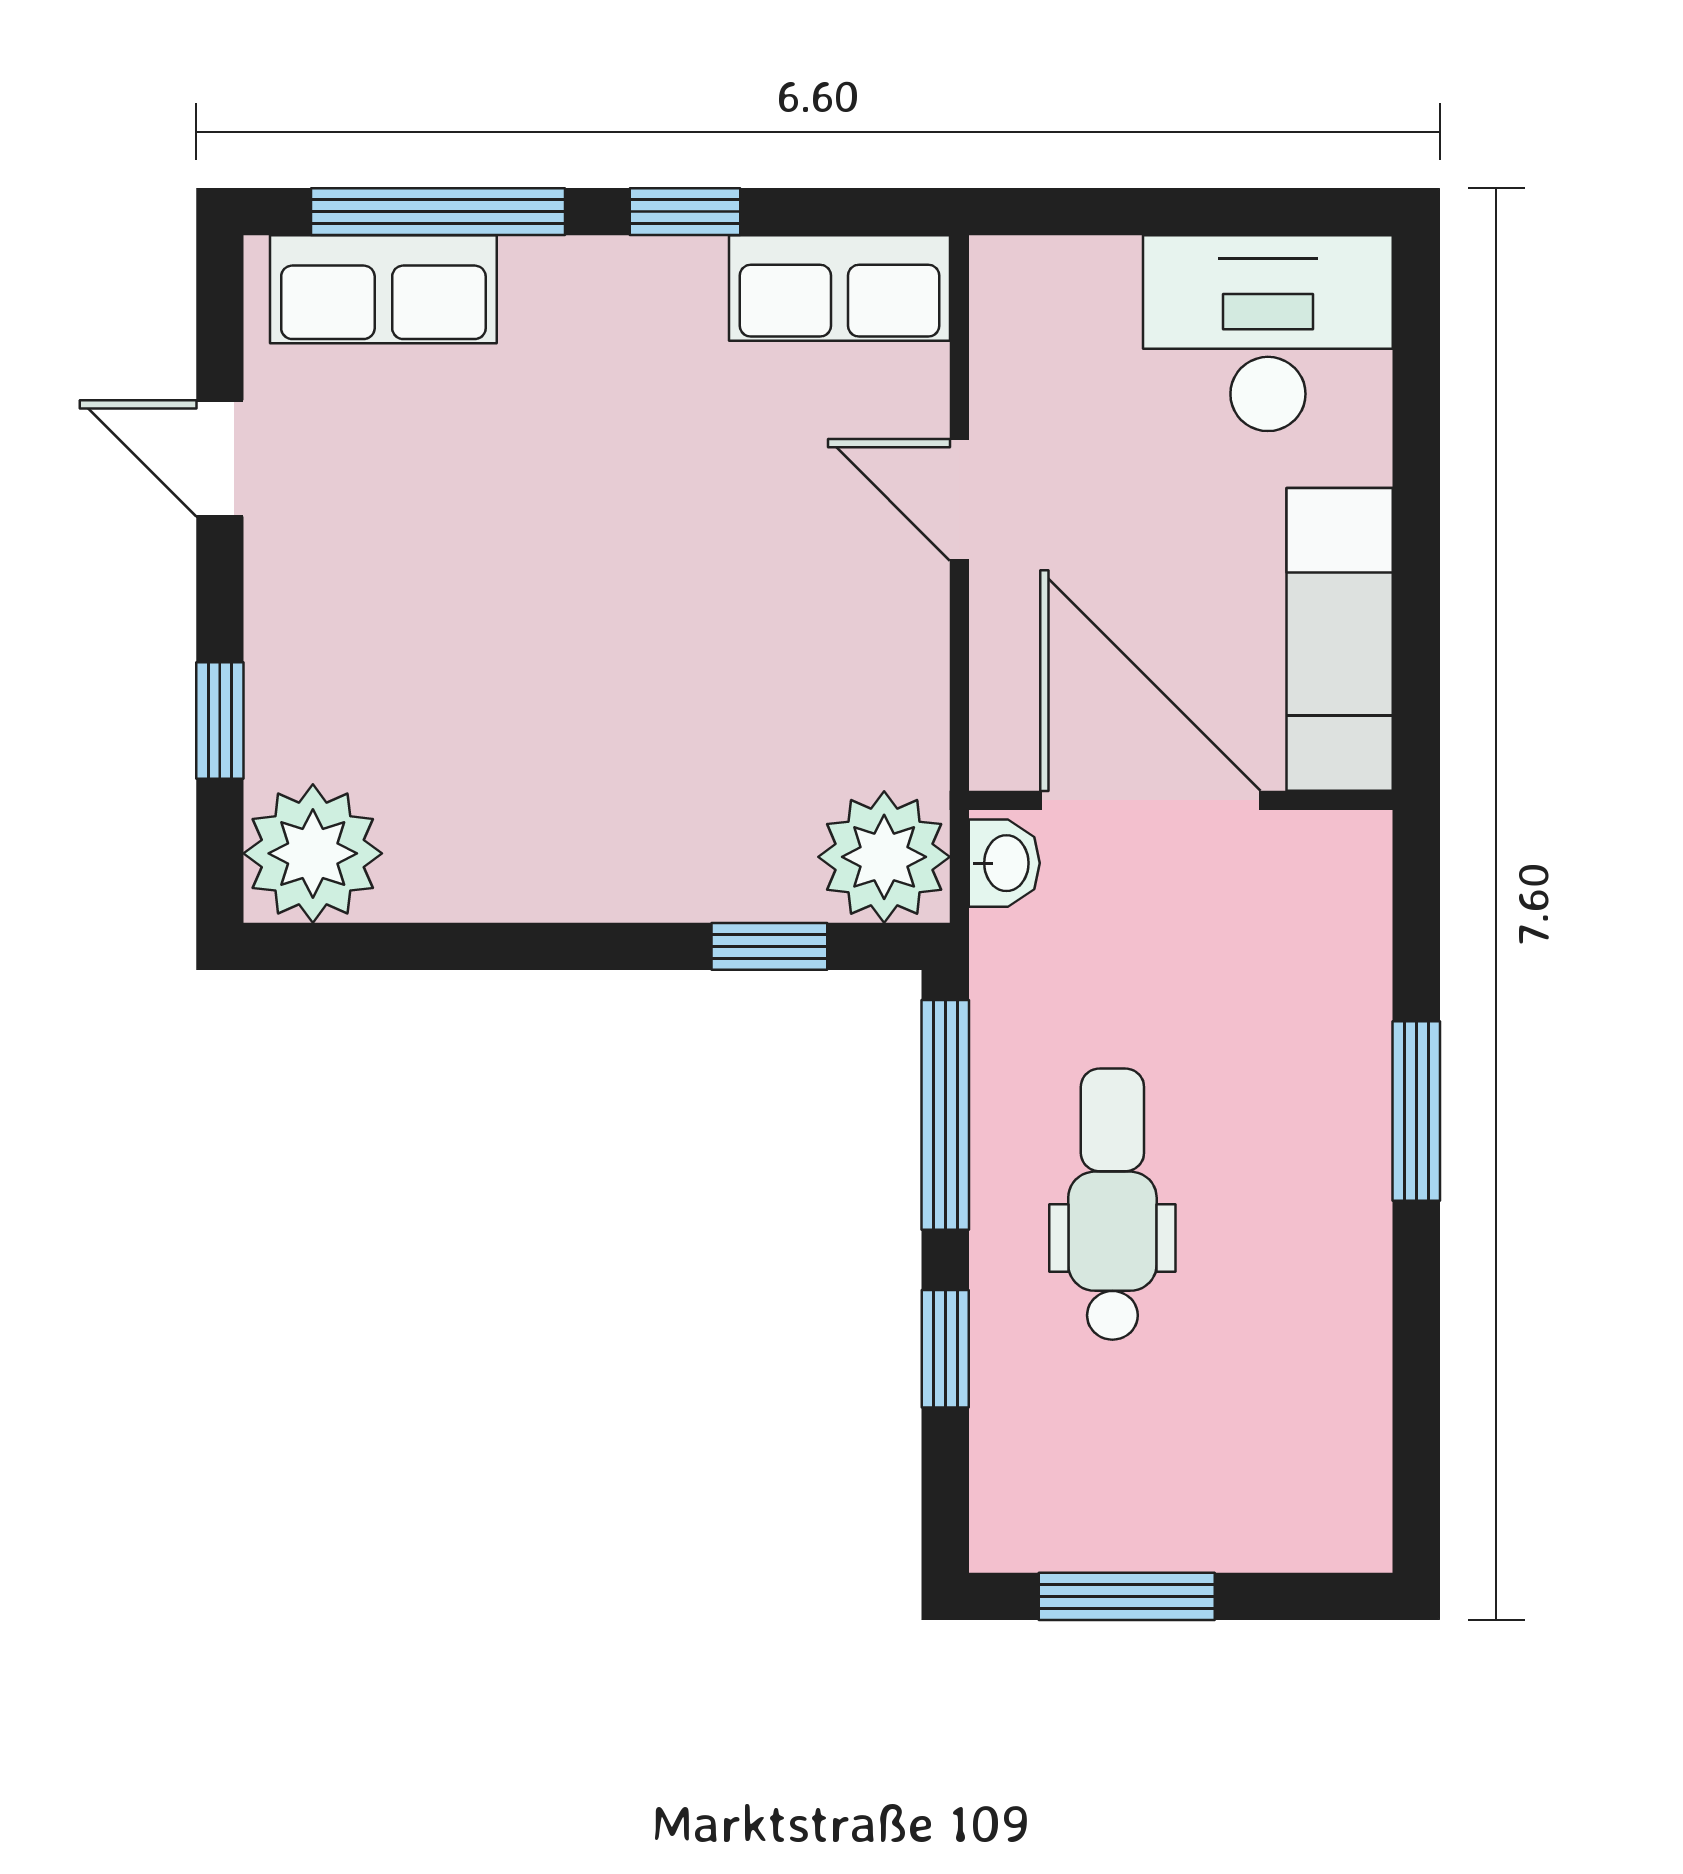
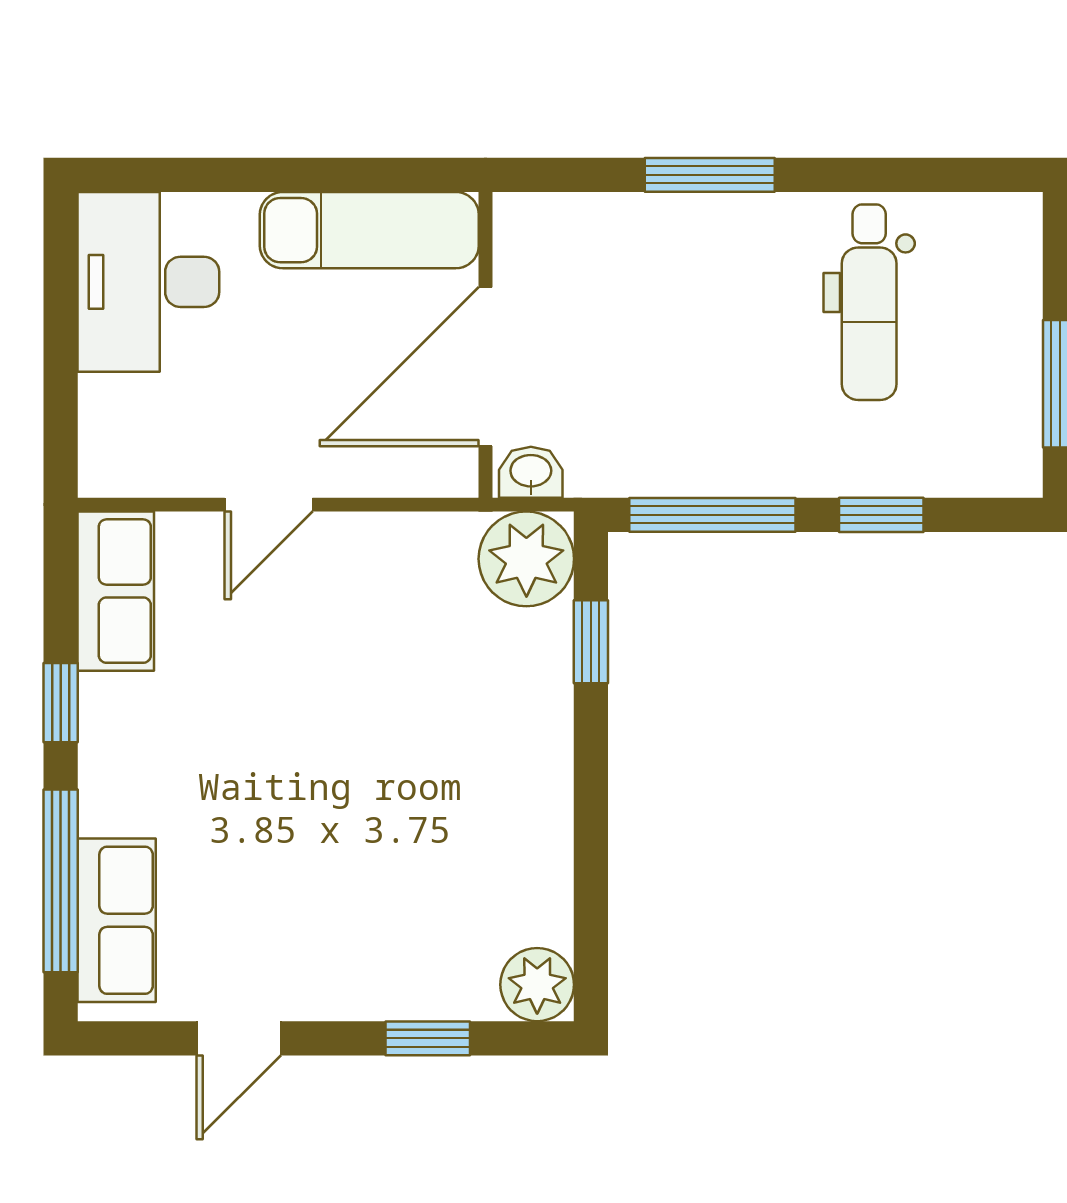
plant: (313, 853) -> (537, 985), width x0.73, depth x0.73
dental chair: (1112, 1204) -> (869, 302), moved, turned -90

